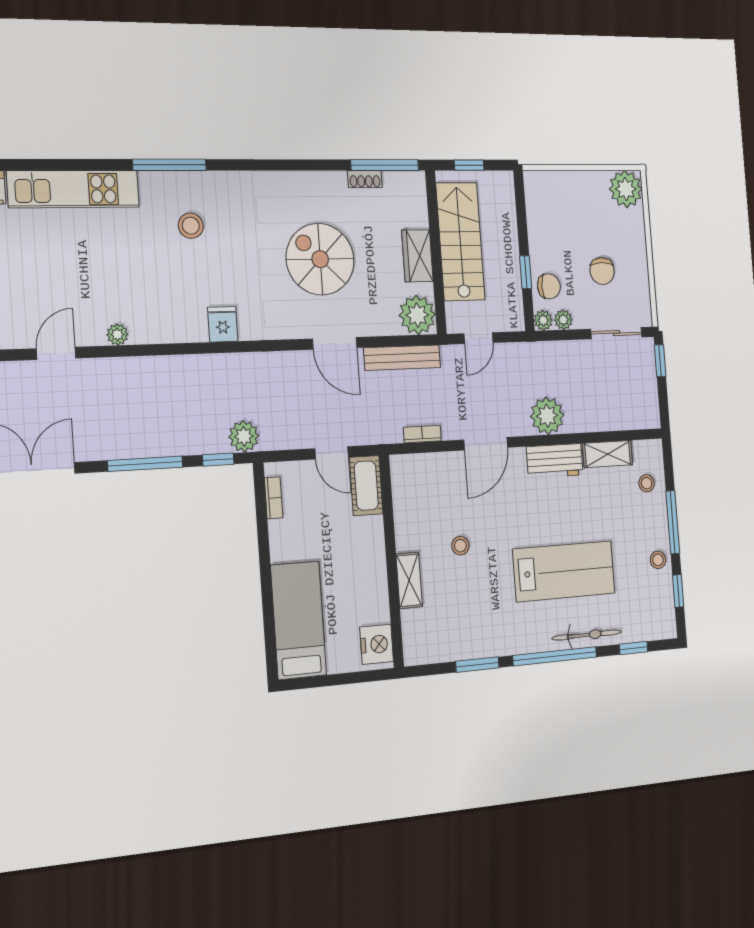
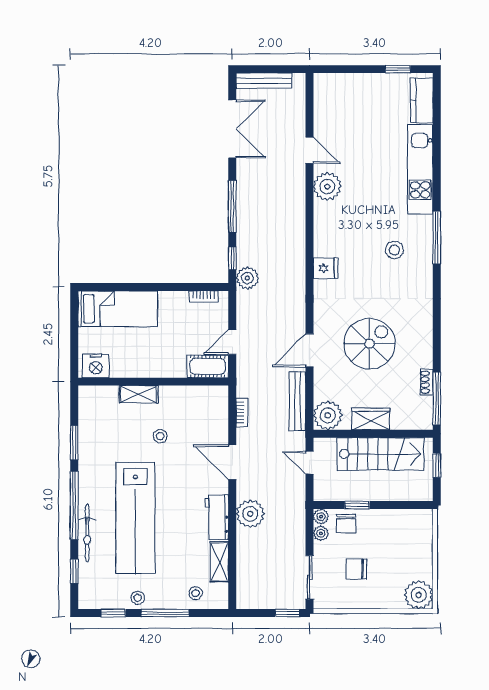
plant: (117, 335) -> (327, 187), width x1.88, depth x1.88
lab bench: (564, 571) -> (135, 518), width x1.36

